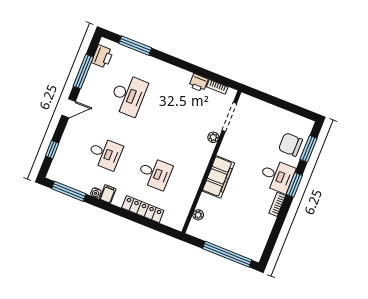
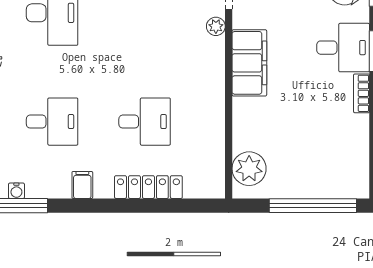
filing cabinet: (218, 177) -> (249, 63), moved
water cooler: (96, 193) -> (16, 191), moved
plant: (198, 215) -> (249, 169), width x1.87, depth x1.87

